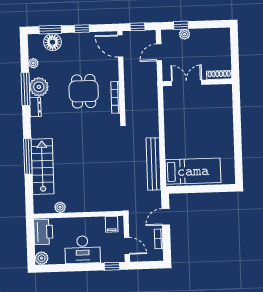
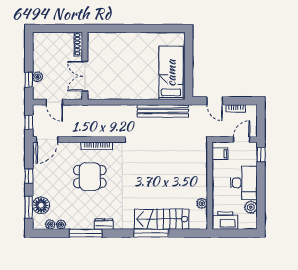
plant: (39, 87) -> (50, 224), moved, width x0.53, depth x0.53
plant: (42, 258) -> (251, 207), moved

